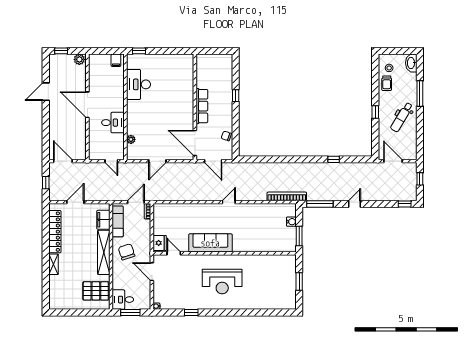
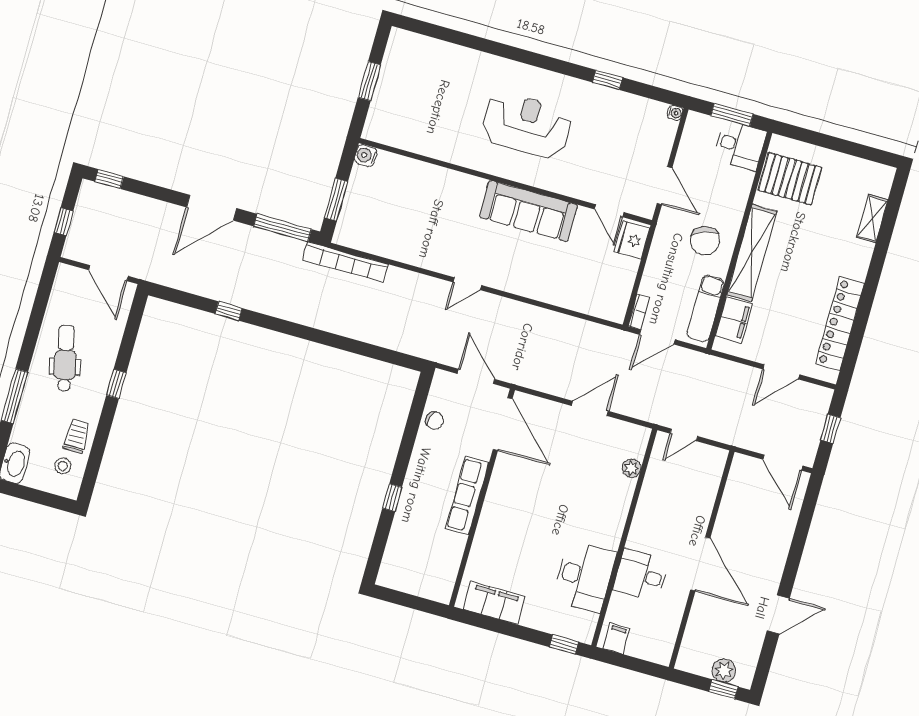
plant: (79, 59) -> (724, 671), moved
filing cabinet: (176, 61) -> (494, 603), added
dental chair: (402, 117) -> (65, 358), turned -44
desk: (113, 123) -> (641, 575), moved
door: (111, 161) -> (684, 435), swing flipped
door: (354, 204) -> (212, 208), width x1.88
water cooler: (291, 222) -> (366, 156), moved
window: (299, 236) -> (336, 200), moved
shelving: (53, 264) -> (872, 219), moved

